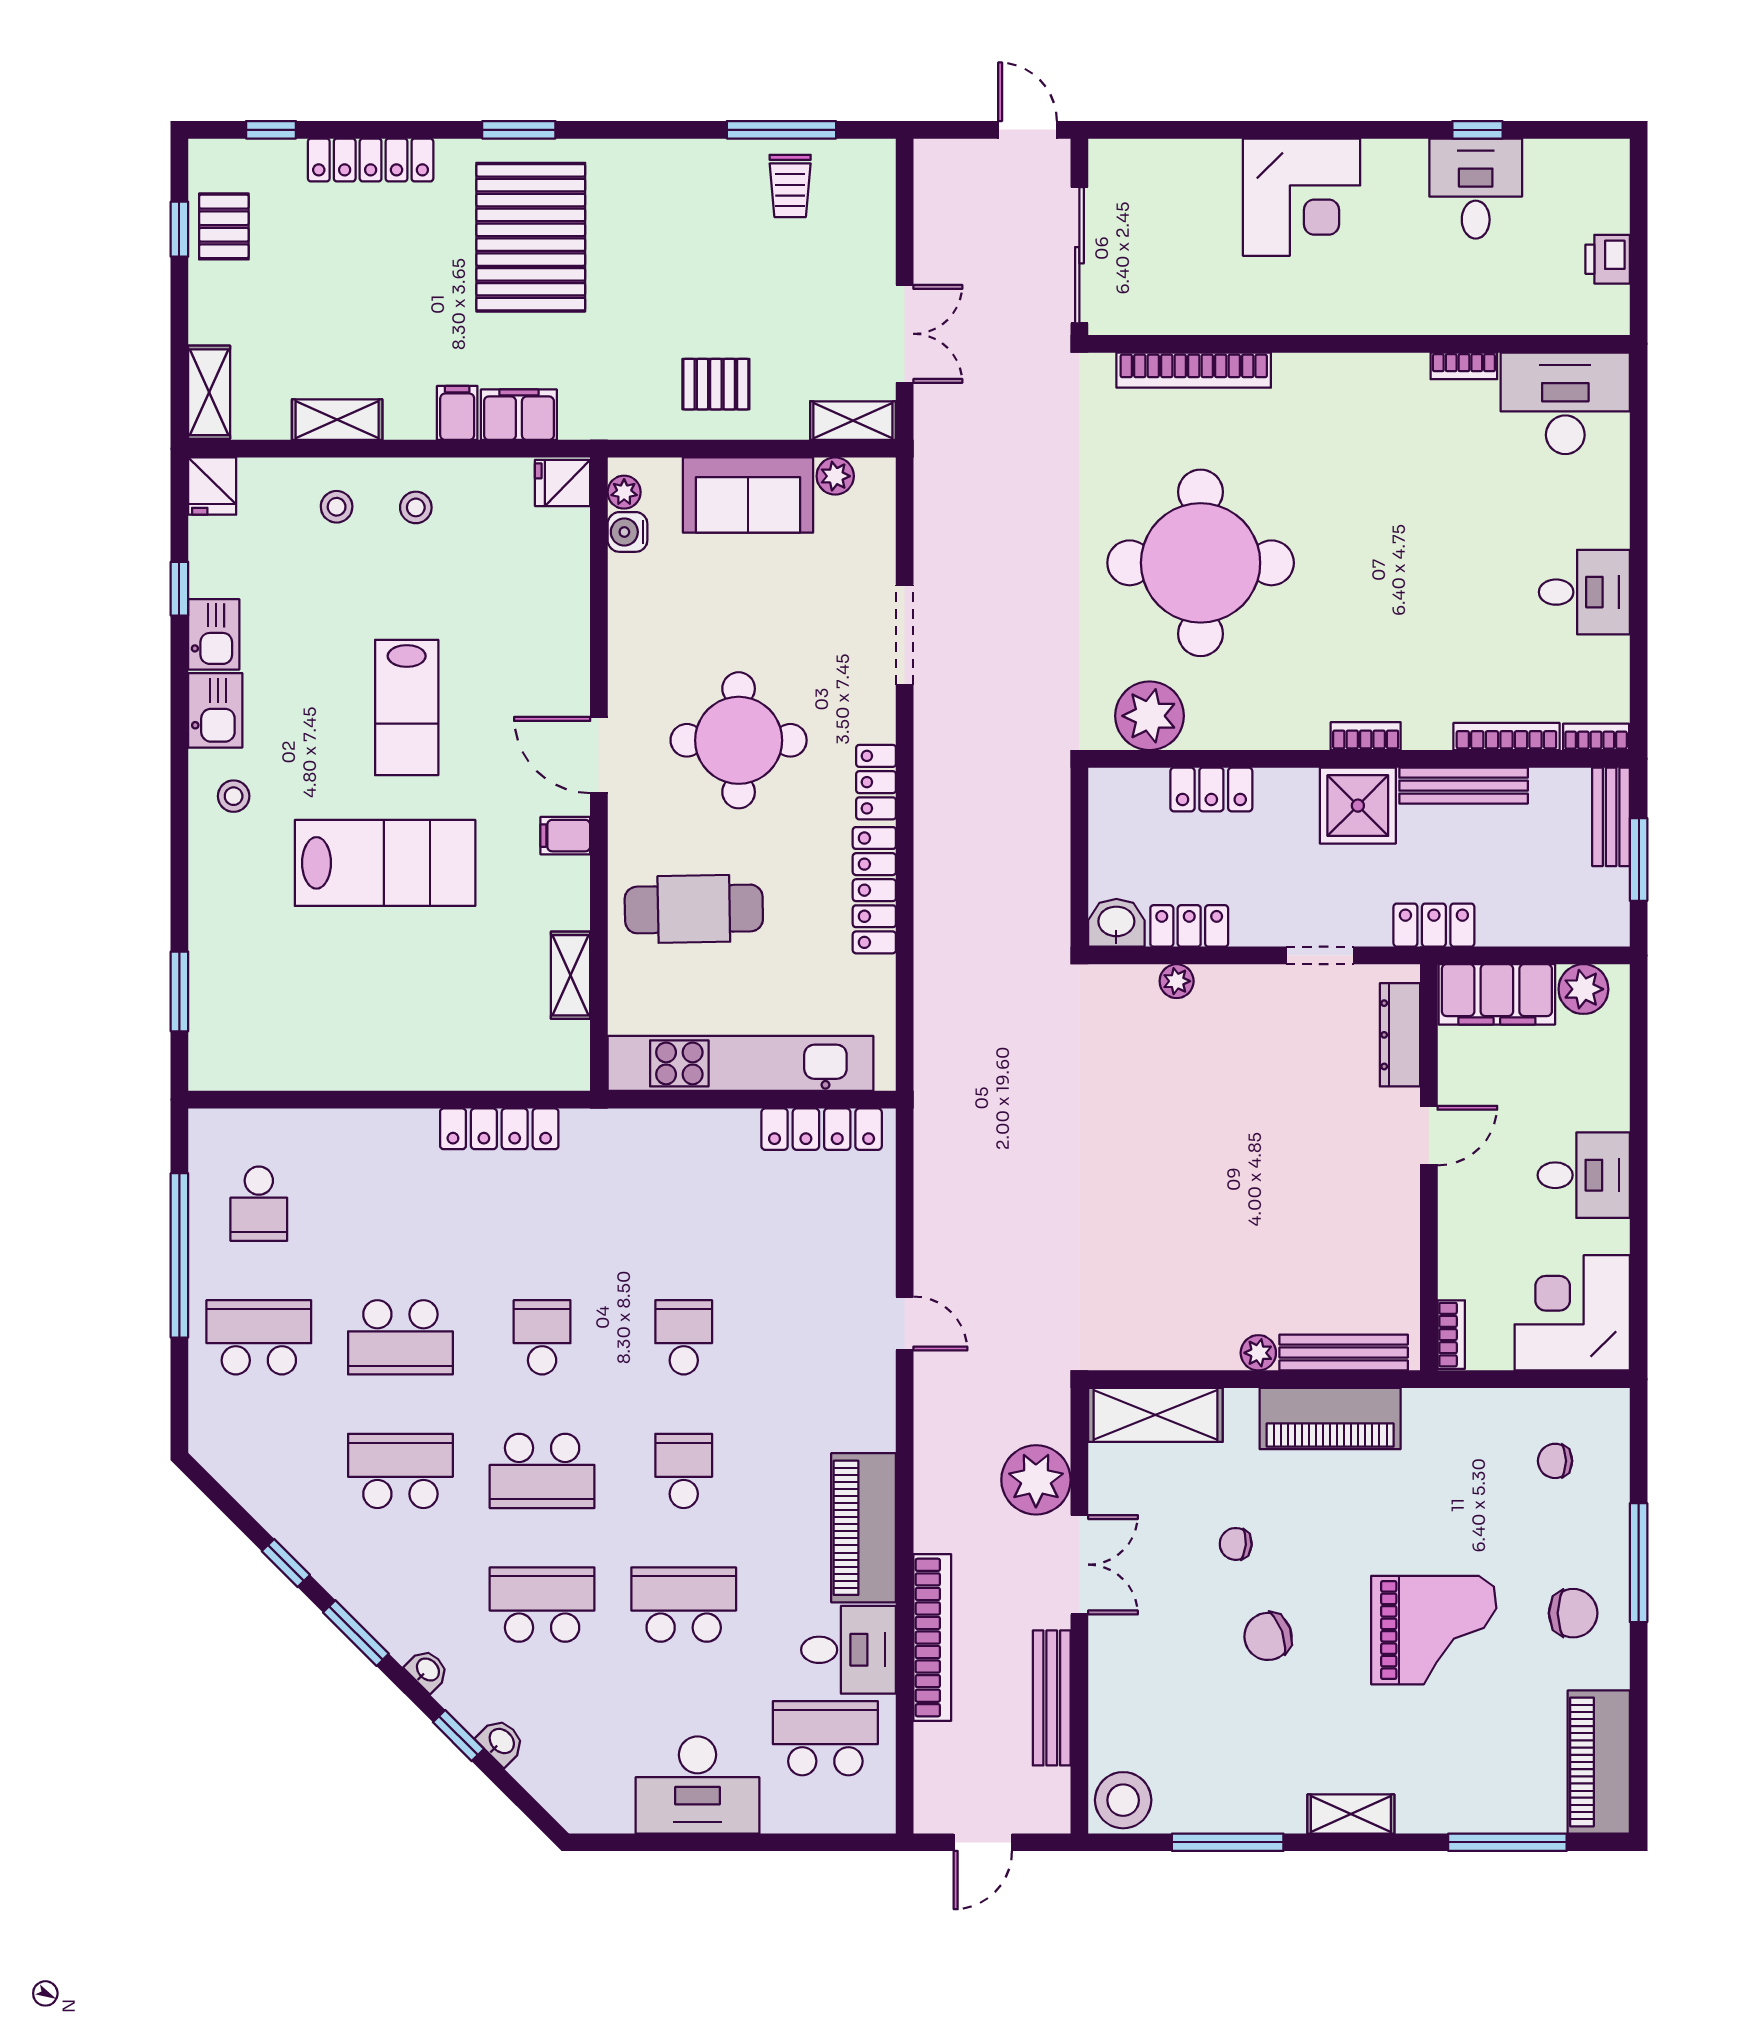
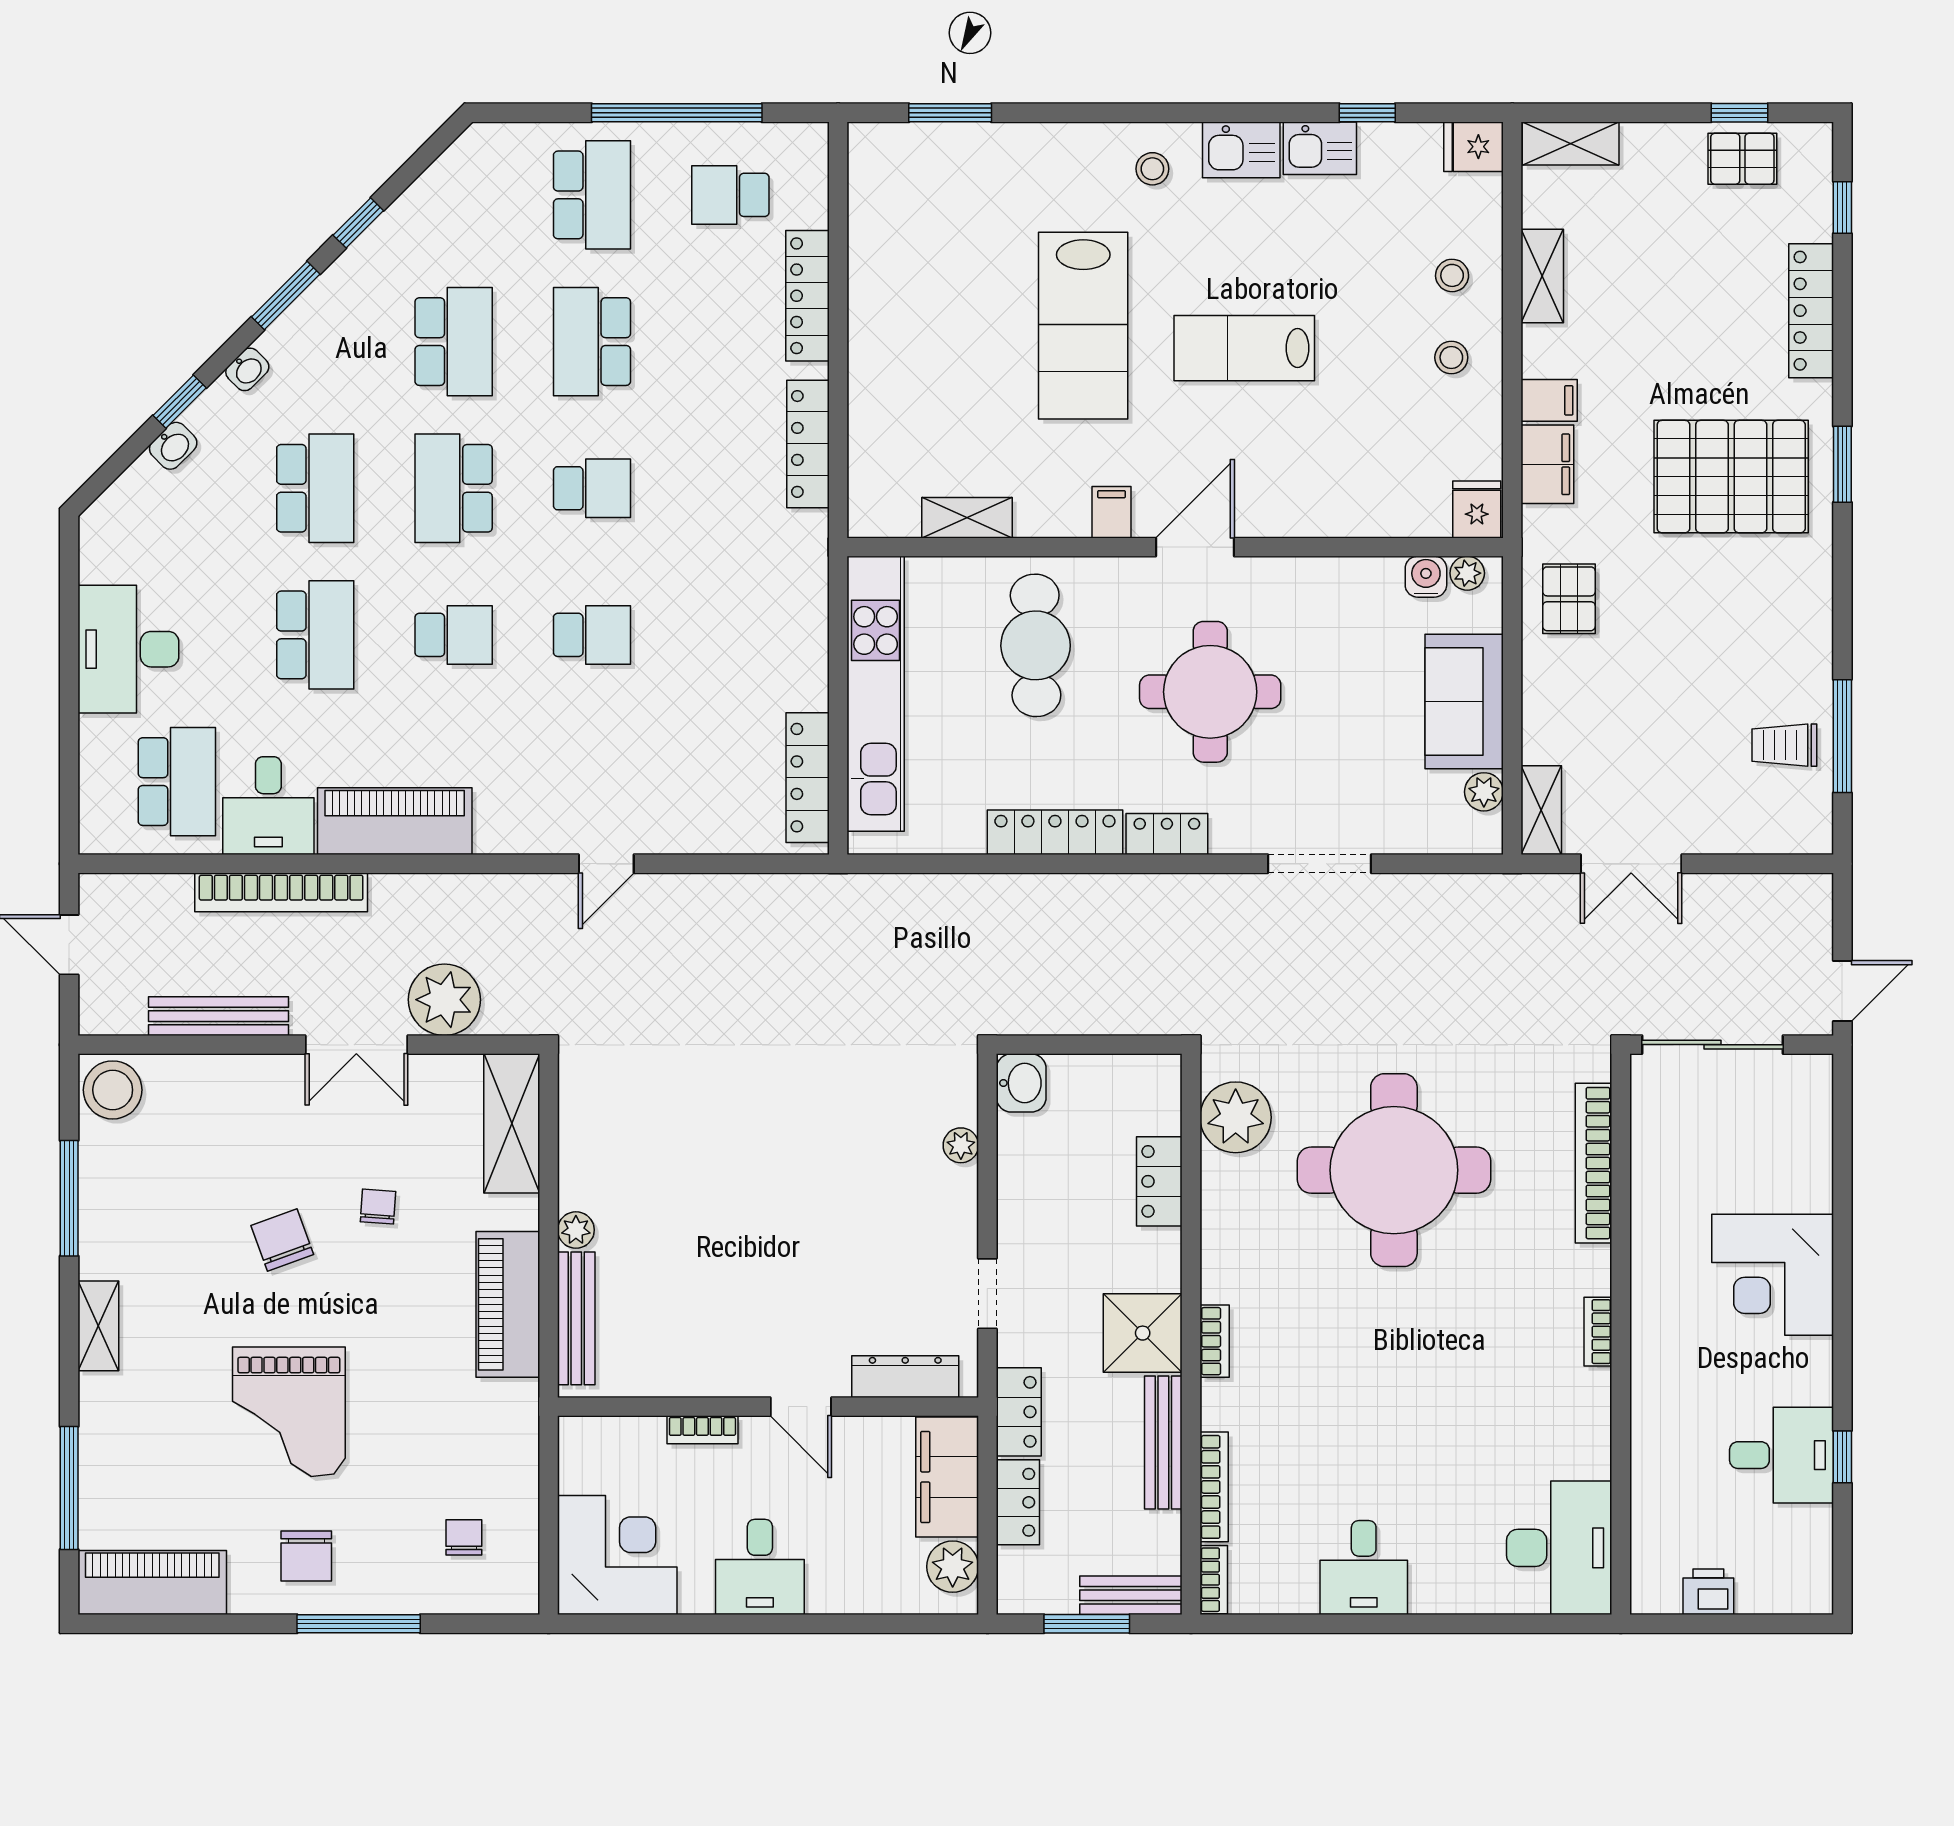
bookcase: (1464, 366) -> (1598, 1332), moved
pallet: (716, 384) -> (1569, 599), moved
locker: (1189, 926) -> (1018, 1502), moved
locker: (356, 1129) -> (807, 296), added
bookcase: (1451, 1335) -> (702, 1430), moved

